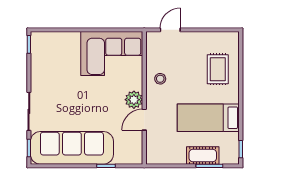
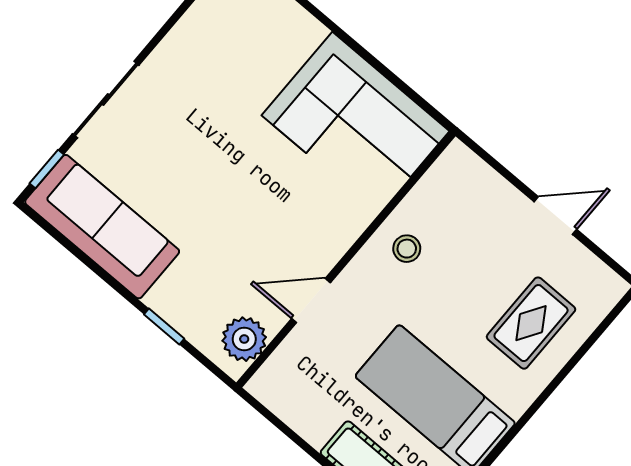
door: (170, 30) -> (555, 216), moved
plant: (134, 100) -> (244, 339), moved
sofa: (72, 148) -> (102, 227), width x0.74, depth x0.79

